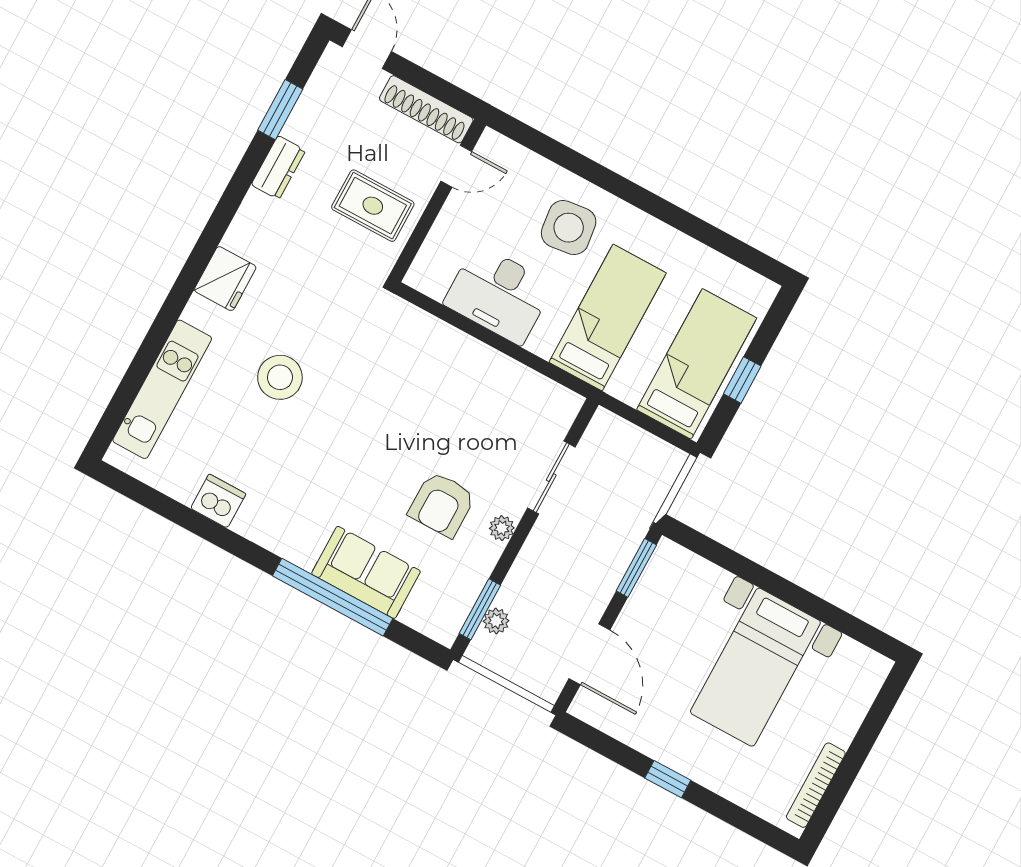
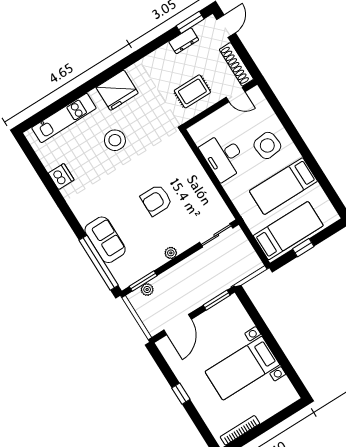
window: (280, 110) -> (190, 22), moved
dresser: (278, 168) -> (184, 41), moved
rug: (373, 206) -> (192, 91), turned 90
fridge: (225, 279) -> (117, 90), width x1.36, depth x1.34
bed: (608, 318) -> (283, 186), moved, turned 180
sliding door: (551, 478) -> (216, 235), moved
armchair: (442, 504) -> (156, 200), moved
window: (333, 597) -> (99, 263), moved

